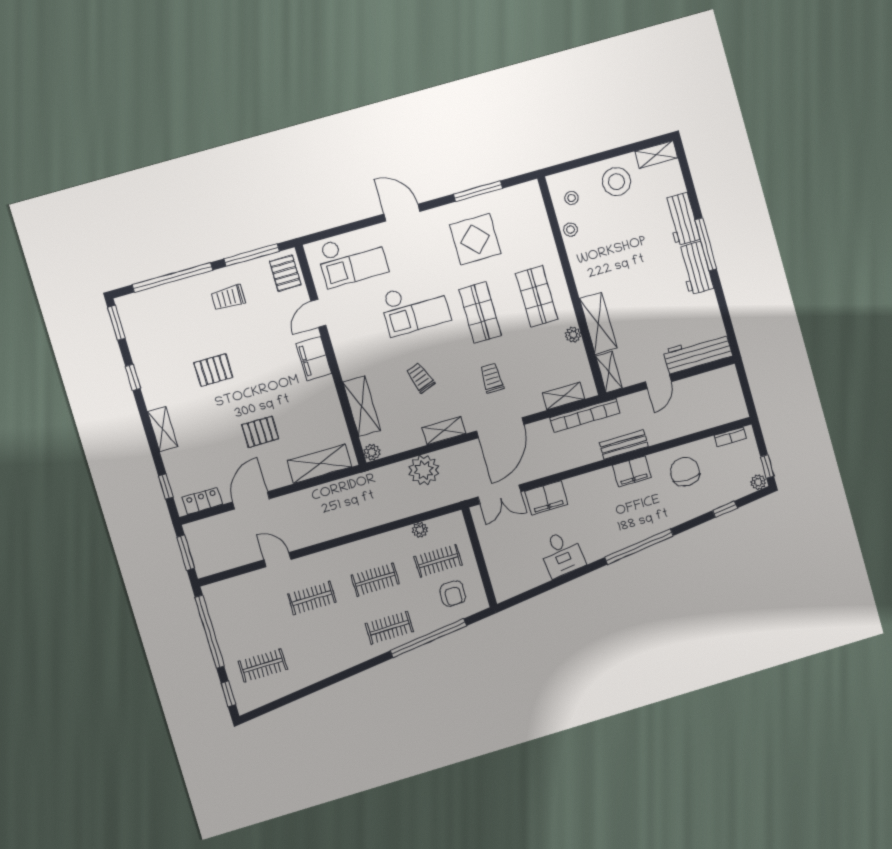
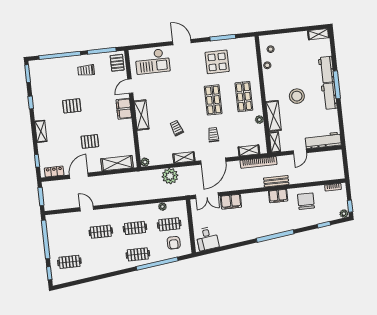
stool: (617, 182) -> (297, 96), moved
checkout: (415, 307) -> (180, 92), removed
shelving: (362, 406) -> (141, 115), moved
desk: (562, 554) -> (207, 239), moved

